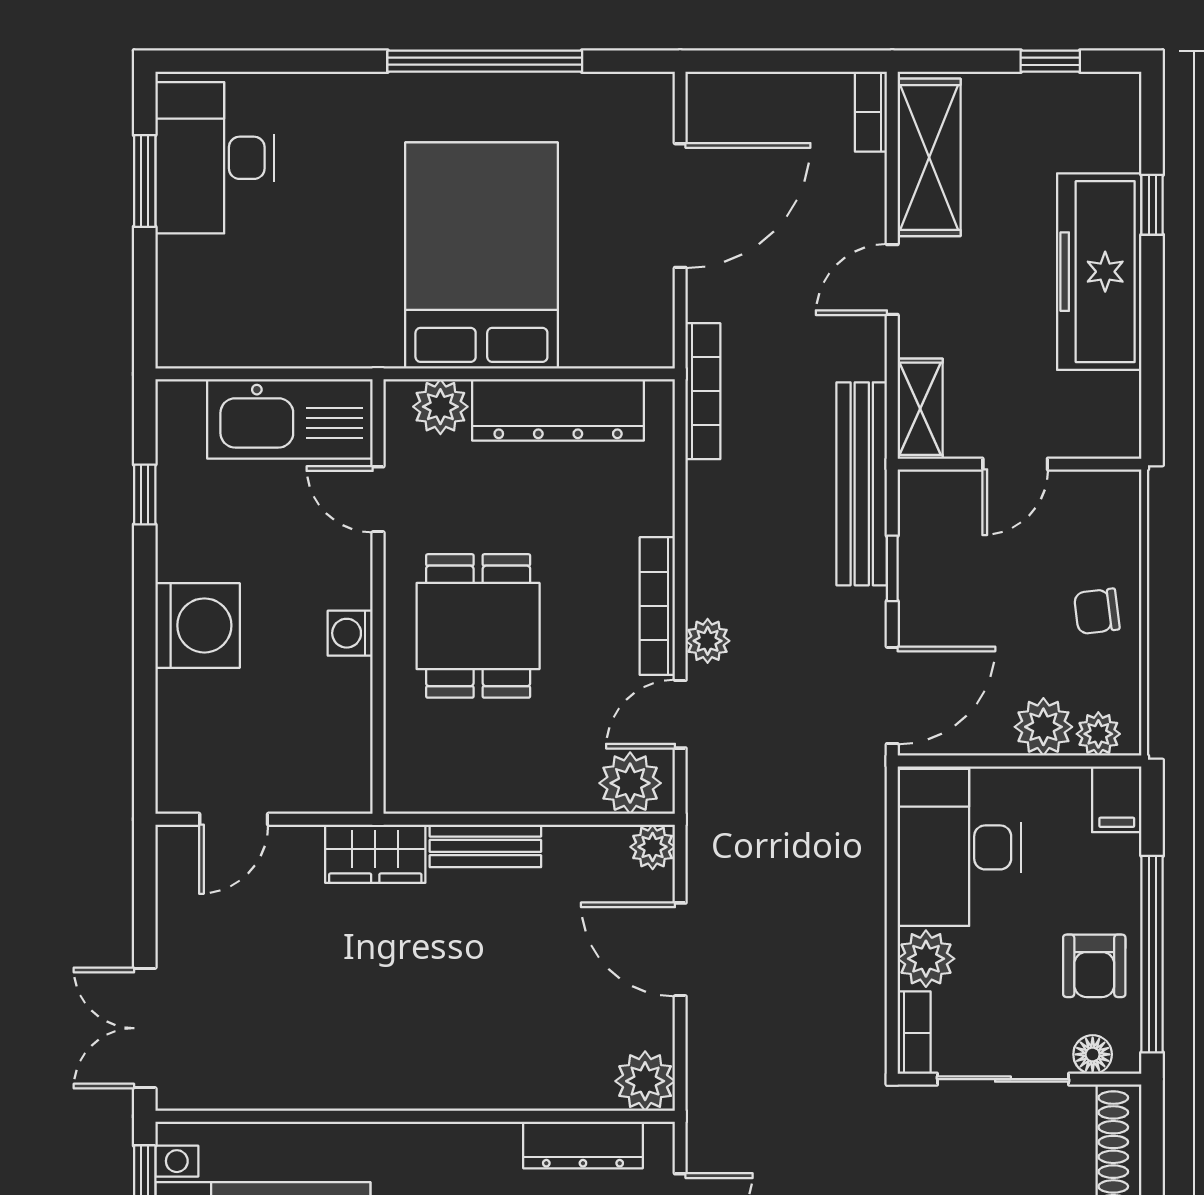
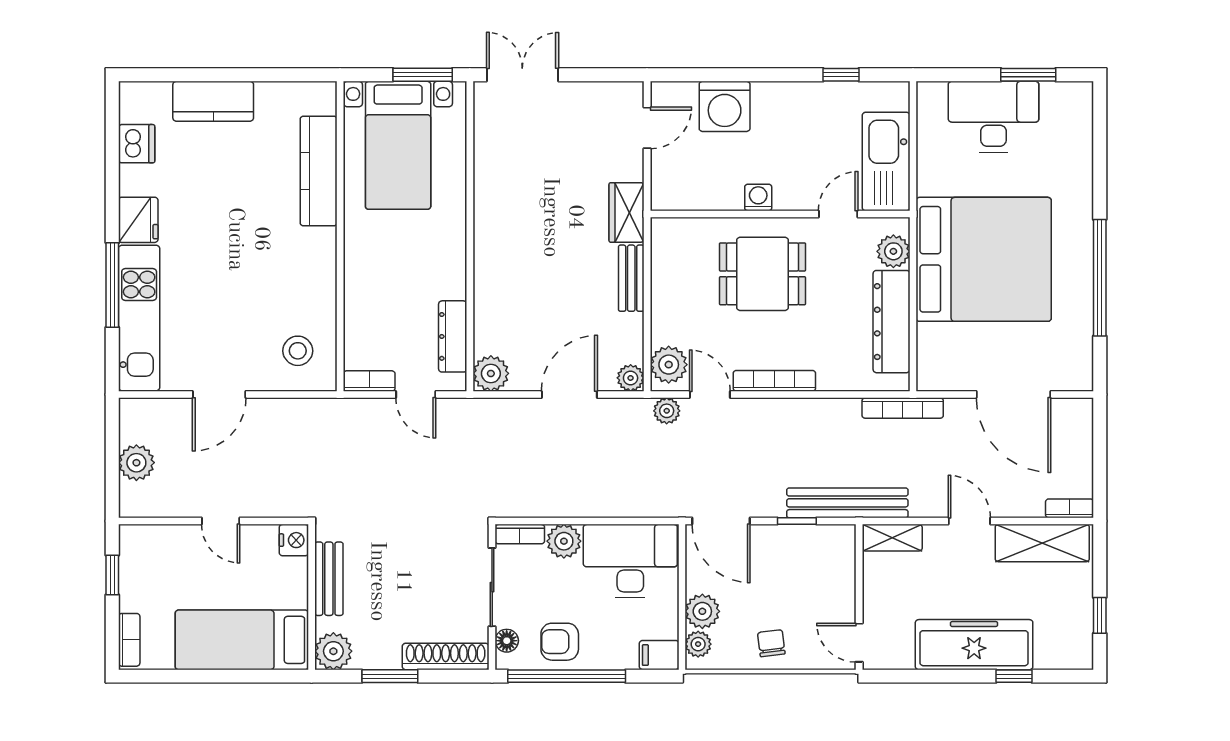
desk: (215, 158) -> (994, 117), moved
bed: (481, 256) -> (984, 259), width x1.36
door: (1015, 464) -> (859, 643), moved
washing machine: (198, 625) -> (725, 106), moved
plant: (708, 641) -> (667, 411), moved
door: (234, 819) -> (647, 128), swing flipped

